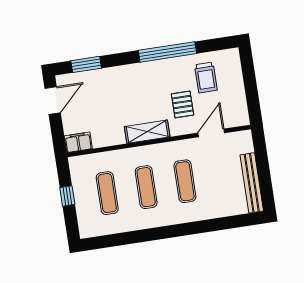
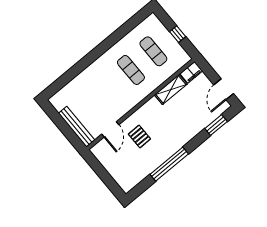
trolley: (206, 77) -> (135, 163), removed
shelving: (147, 132) -> (171, 90), moved
exercise mat: (185, 181) -> (109, 89), removed
bench: (252, 183) -> (77, 127), moved

